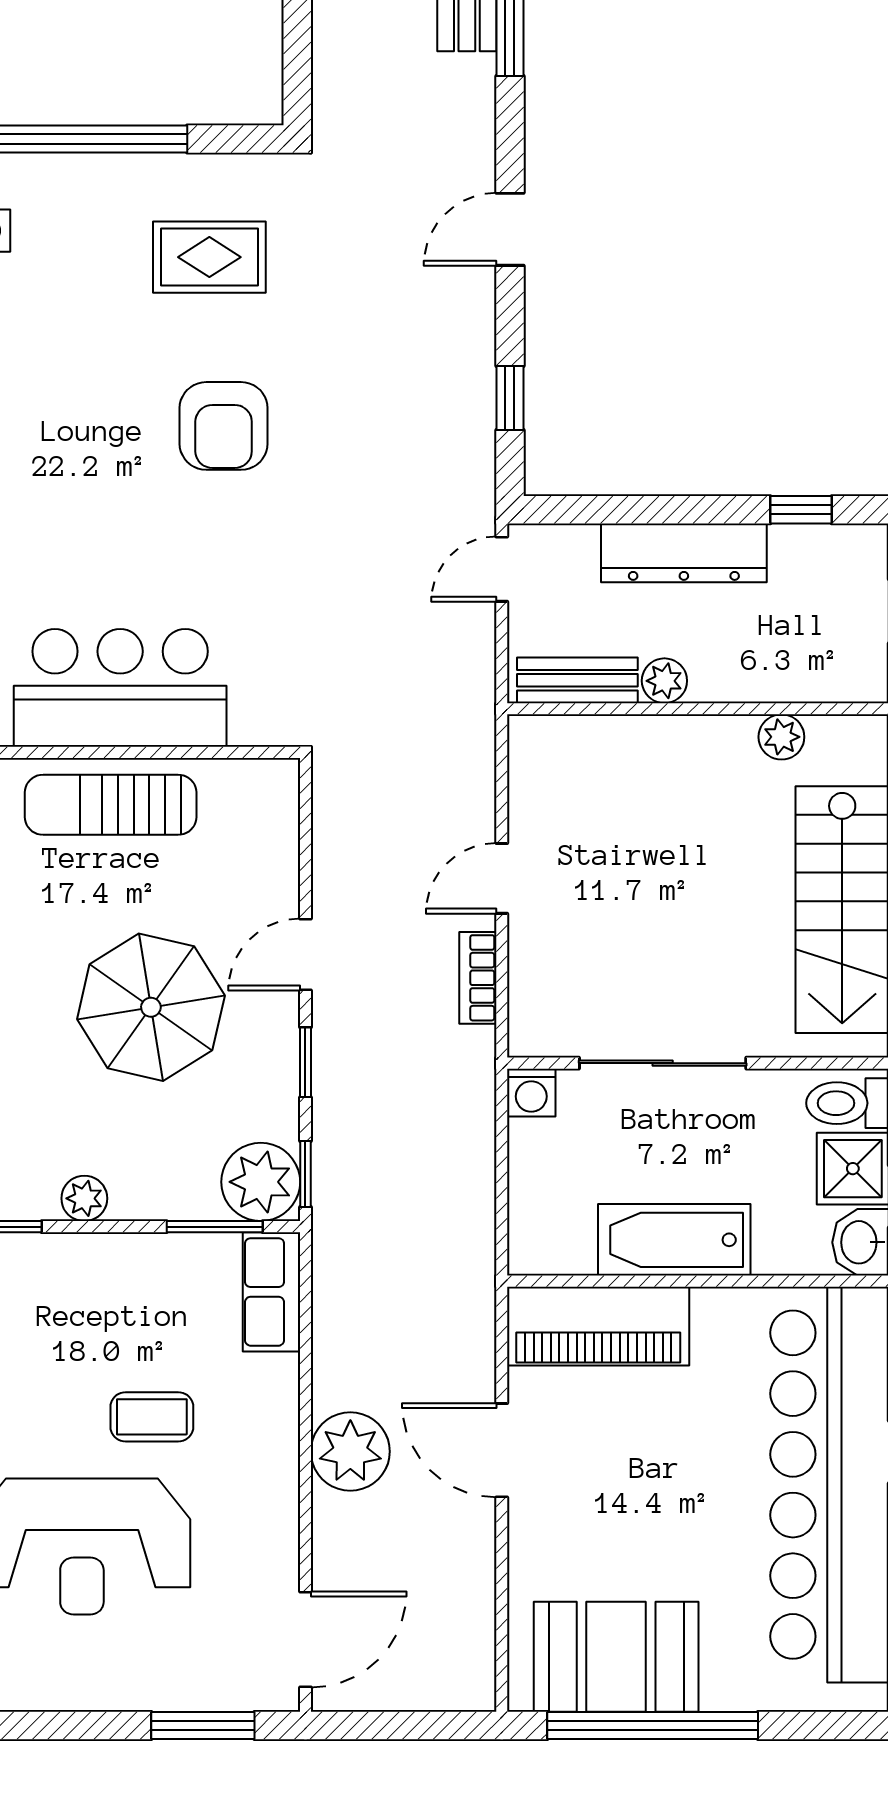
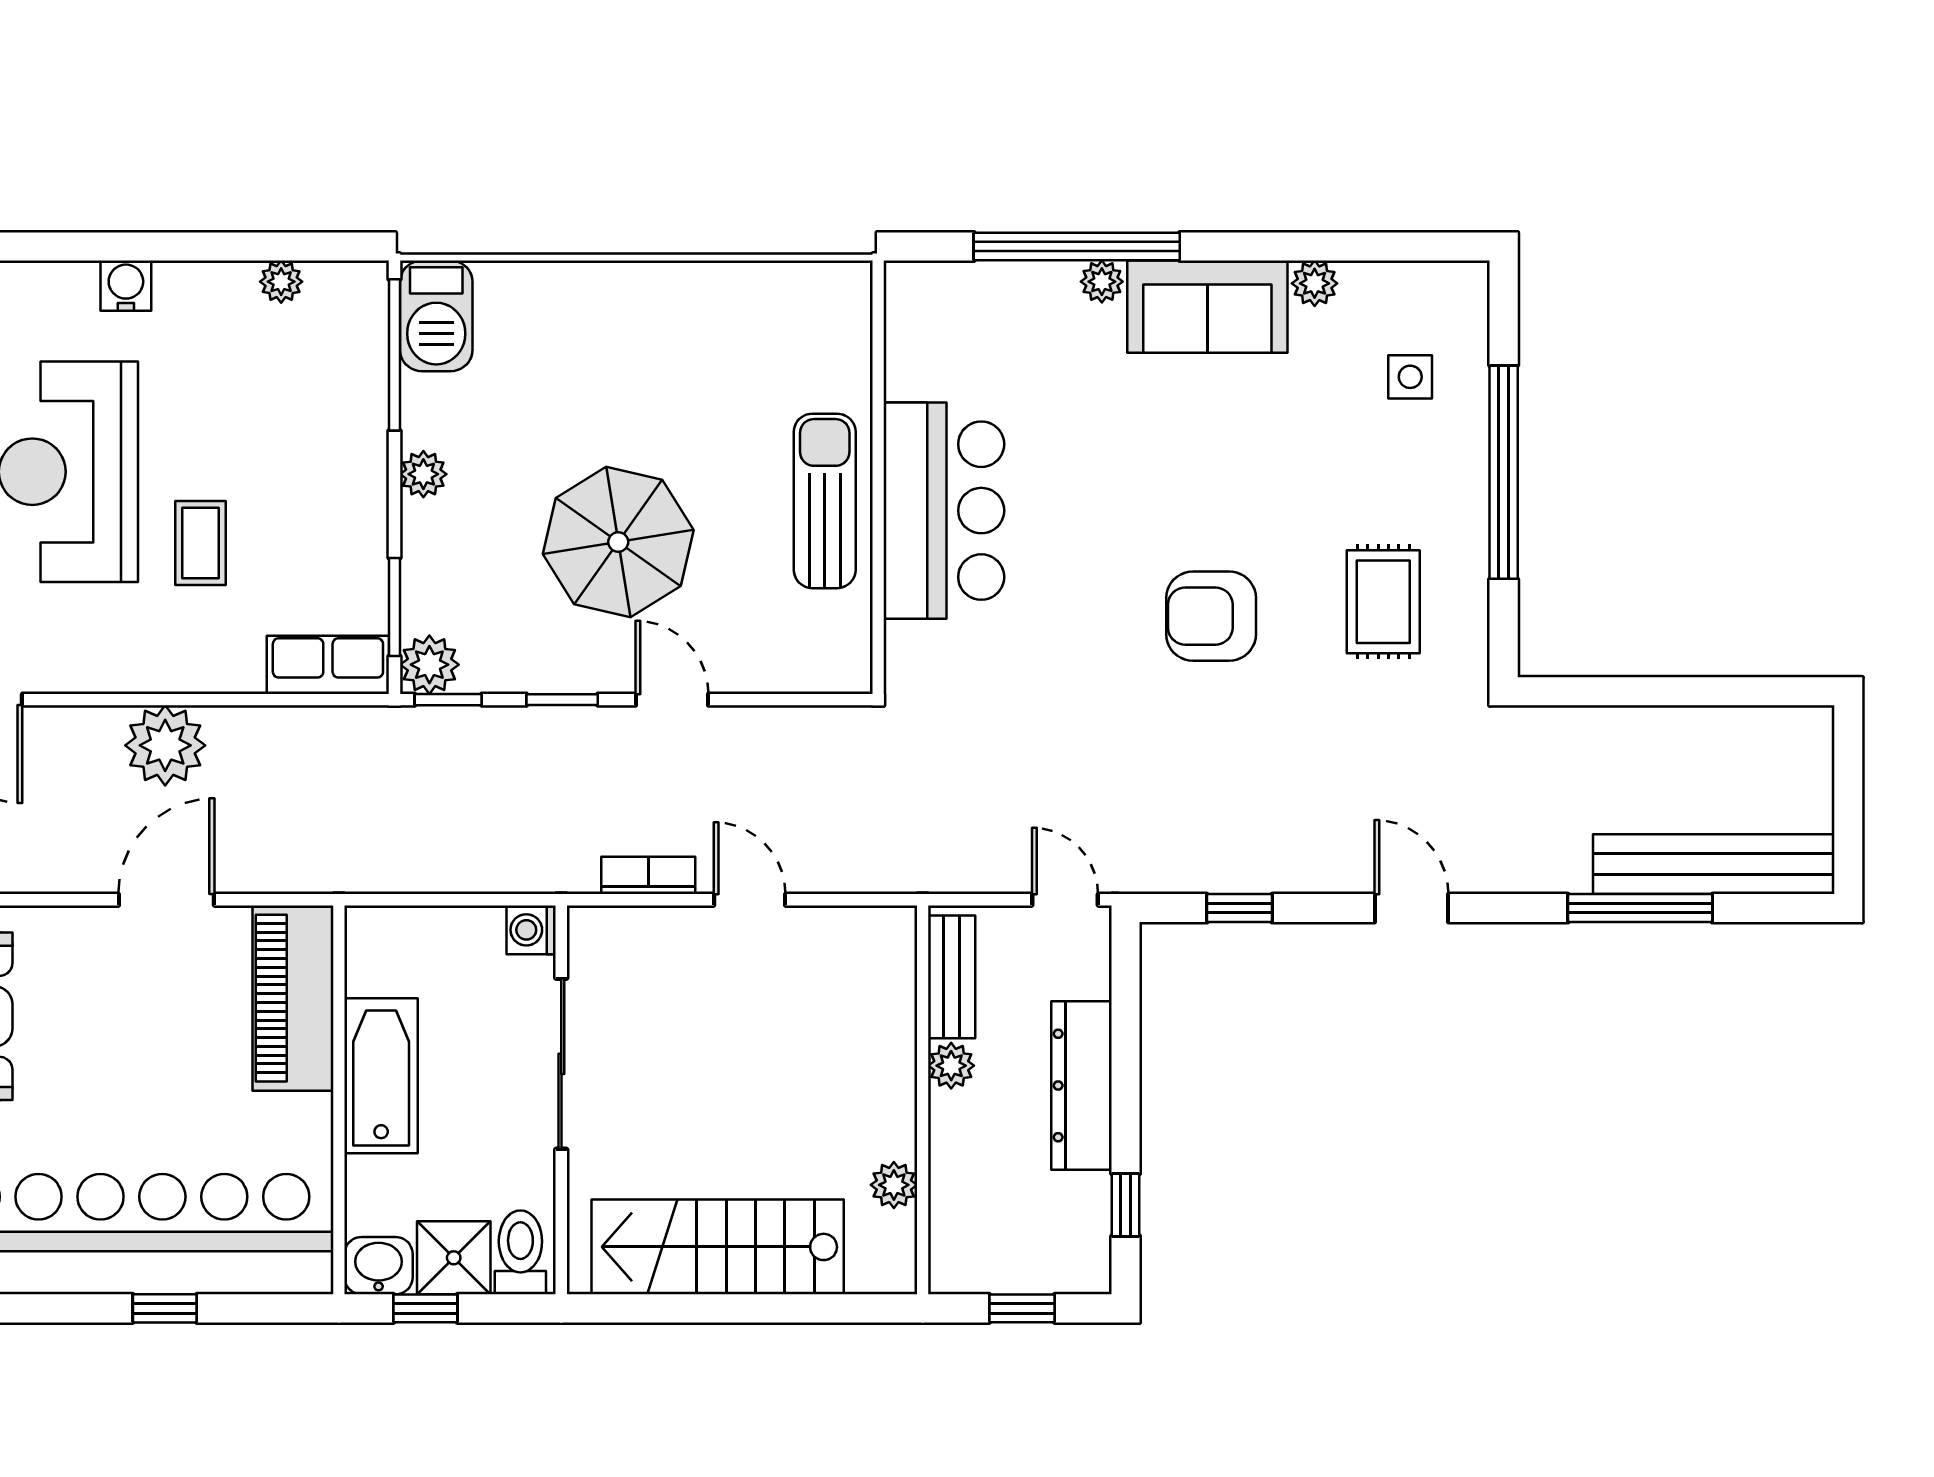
plant: (261, 1182) -> (429, 665), width x0.73, depth x0.73

